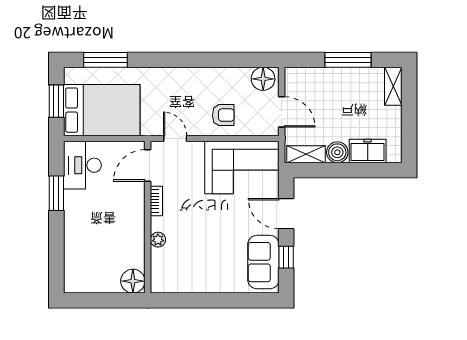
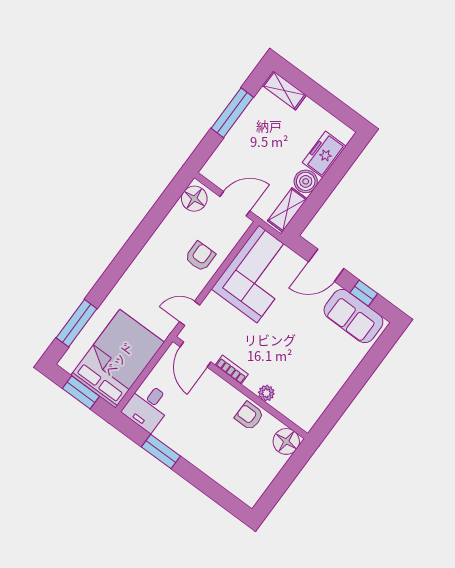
desk: (82, 165) -> (148, 407), width x0.73
armchair: (132, 239) -> (249, 416), added

